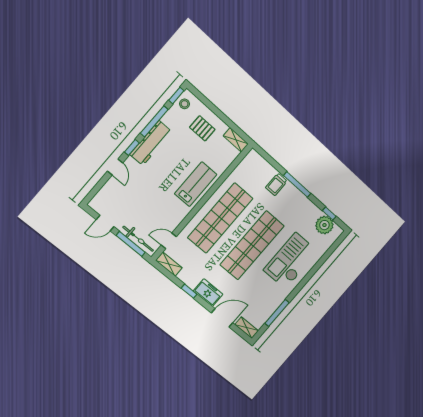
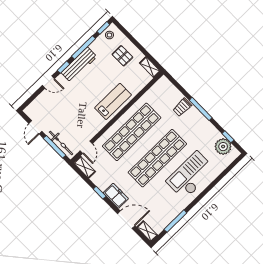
door: (115, 167) -> (48, 82), hinge flipped
door: (105, 223) -> (35, 127), hinge flipped
door: (169, 241) -> (86, 147), swing flipped

